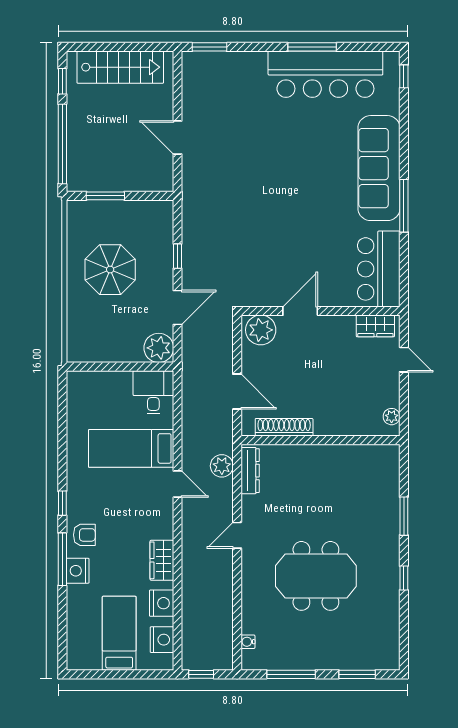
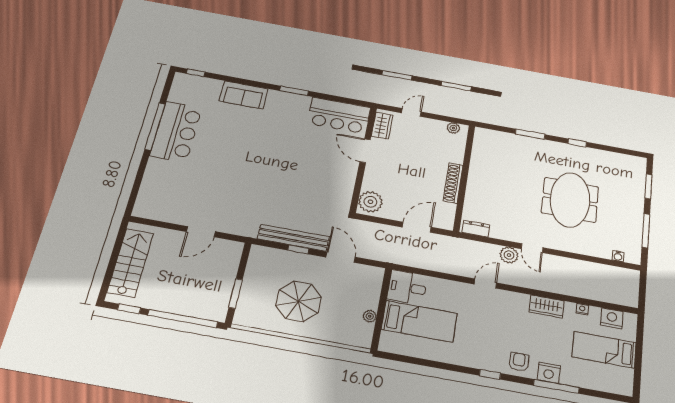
window: (209, 47) -> (133, 196), removed
window: (312, 47) -> (155, 127), width x1.46
bar counter: (325, 74) -> (176, 132), width x0.73
sofa: (379, 168) -> (244, 95), width x0.54, depth x0.79
window: (404, 206) -> (294, 91), width x0.69
bench: (192, 247) -> (293, 238), added
door: (300, 311) -> (365, 151), moved
plant: (159, 348) -> (370, 316), moved, width x0.53, depth x0.53
shoe rack: (284, 427) -> (453, 183), moved
bed: (131, 448) -> (419, 321), moved, turned -90
plant: (222, 466) -> (509, 255), moved
dresser: (250, 471) -> (476, 229), width x0.70
window: (62, 559) -> (556, 386), moved
nightstand: (162, 603) -> (582, 309), width x0.53, depth x0.56
window: (201, 674) -> (642, 294), removed

